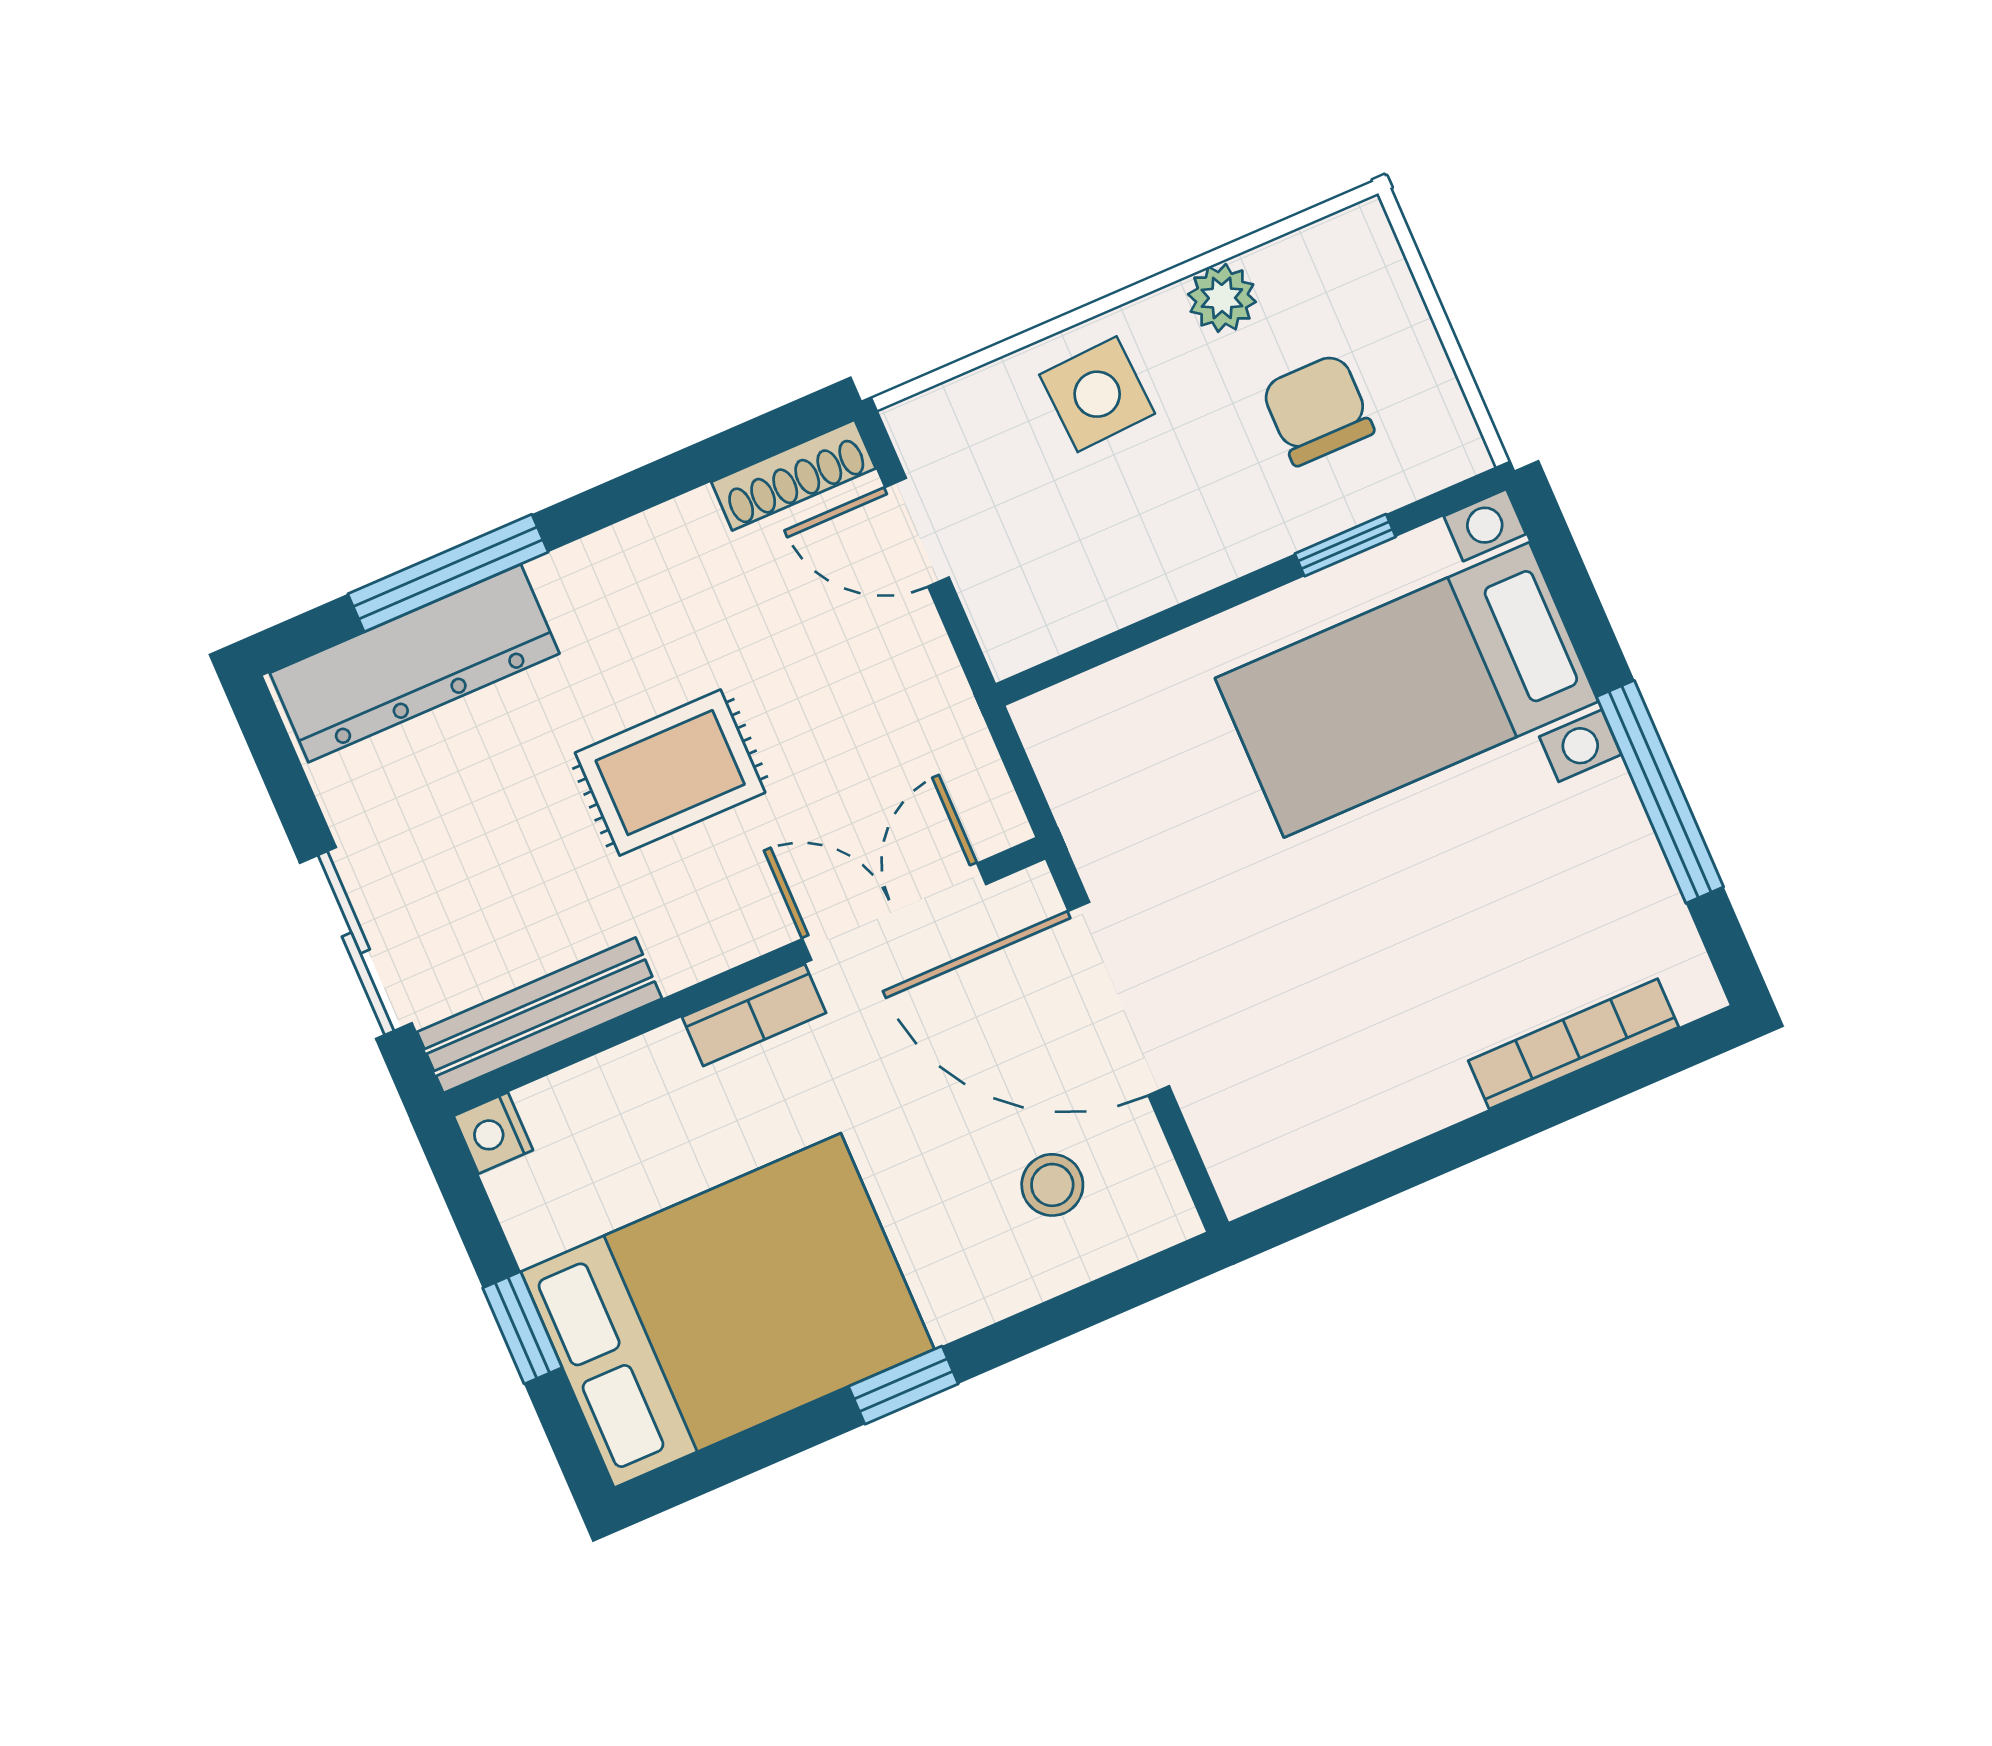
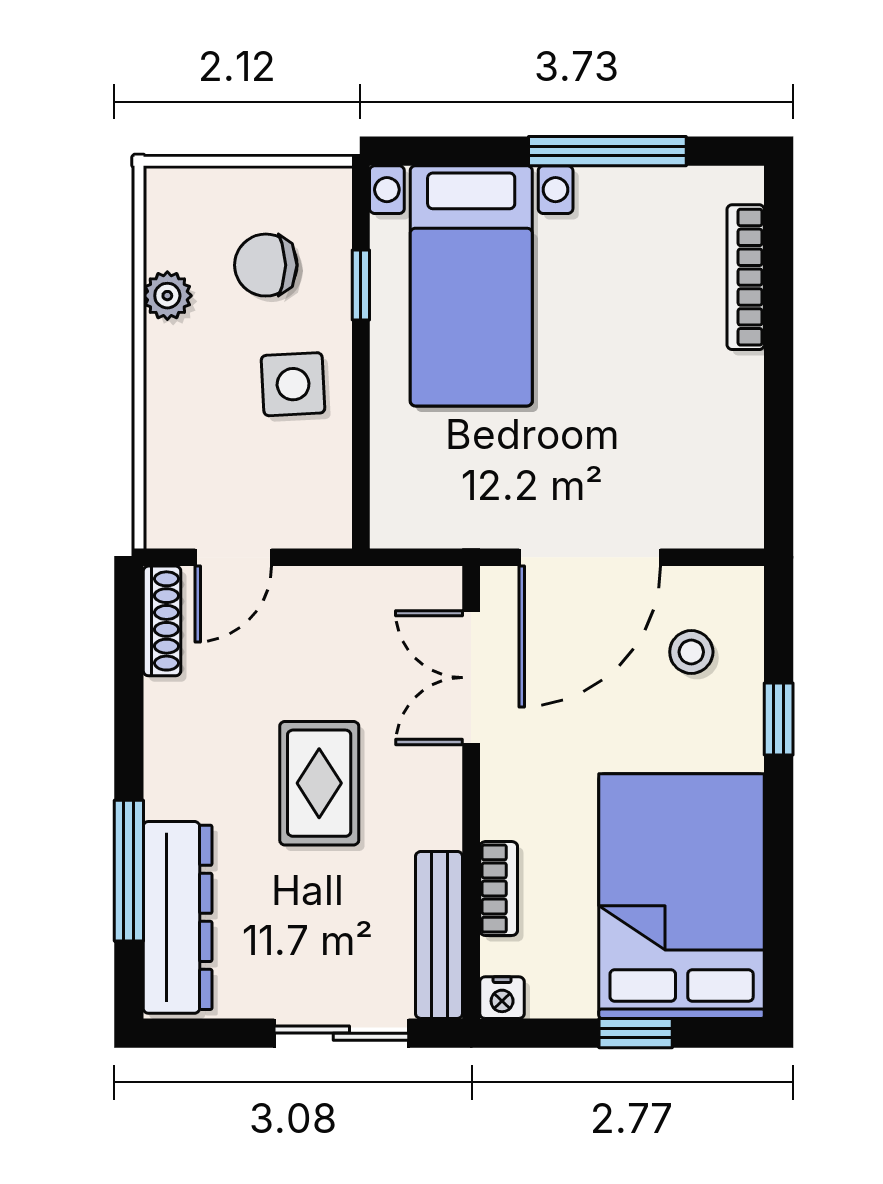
side table: (1097, 394) -> (293, 384), moved
bookcase: (754, 1015) -> (499, 889), moved
window: (903, 1385) -> (779, 719), moved

